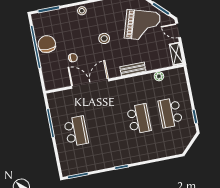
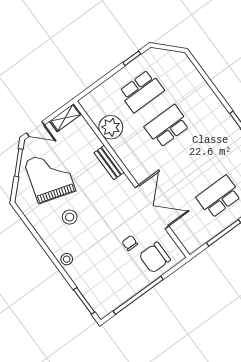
door: (178, 30) -> (35, 129), hinge flipped
stool: (104, 38) -> (70, 217), moved
chair: (47, 44) -> (155, 258), moved
plant: (159, 76) -> (111, 127), width x1.88, depth x1.88
double door: (90, 84) -> (152, 207), swing flipped

